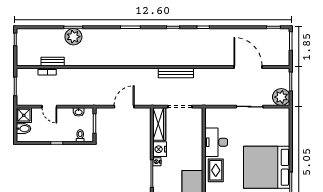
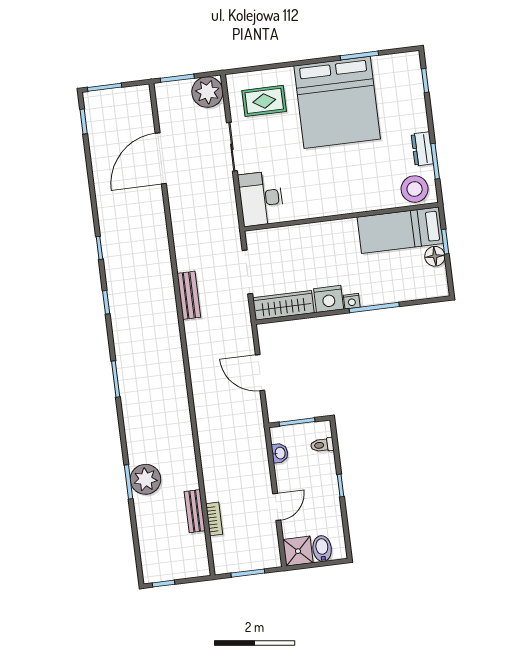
bench: (176, 73) -> (189, 295), width x0.73
desk: (216, 142) -> (261, 198), moved, turned 90
rug: (216, 170) -> (264, 101), moved

